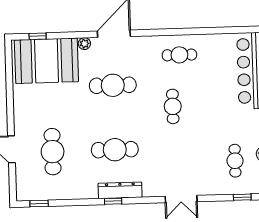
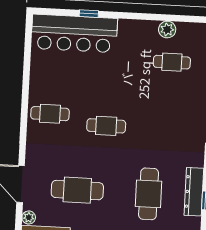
cafe table: (179, 55) -> (50, 114), turned 90
cafe table: (113, 85) -> (77, 190), turned 90

